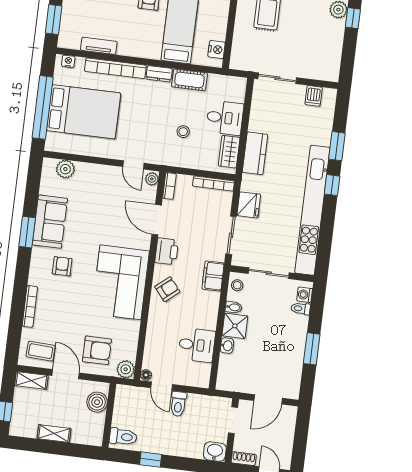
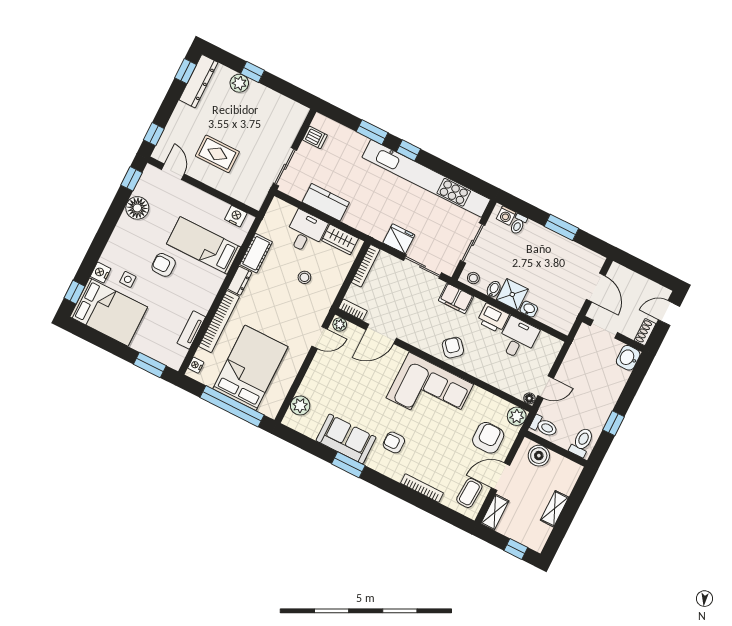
kitchen counter: (255, 153) -> (326, 202), moved
printer: (167, 251) -> (493, 318), moved, turned 180
toilet: (178, 404) -> (544, 426), moved

